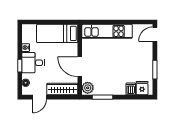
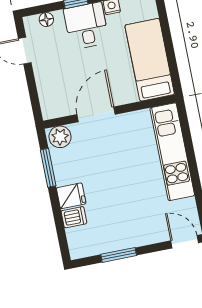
fridge: (142, 88) -> (71, 196), moved
wardrobe: (62, 89) -> (48, 90), removed

